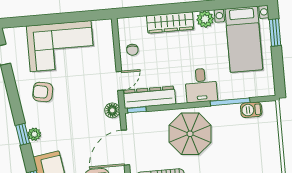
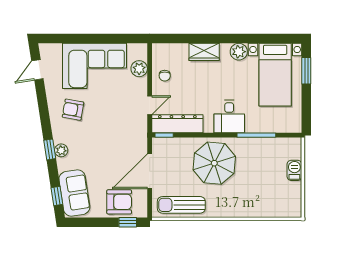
wardrobe: (170, 22) -> (204, 52), width x0.67
plant: (106, 45) -> (139, 69), added
floor lamp: (112, 110) -> (140, 134), removed
barbecue: (251, 110) -> (294, 170), moved, turned 90

